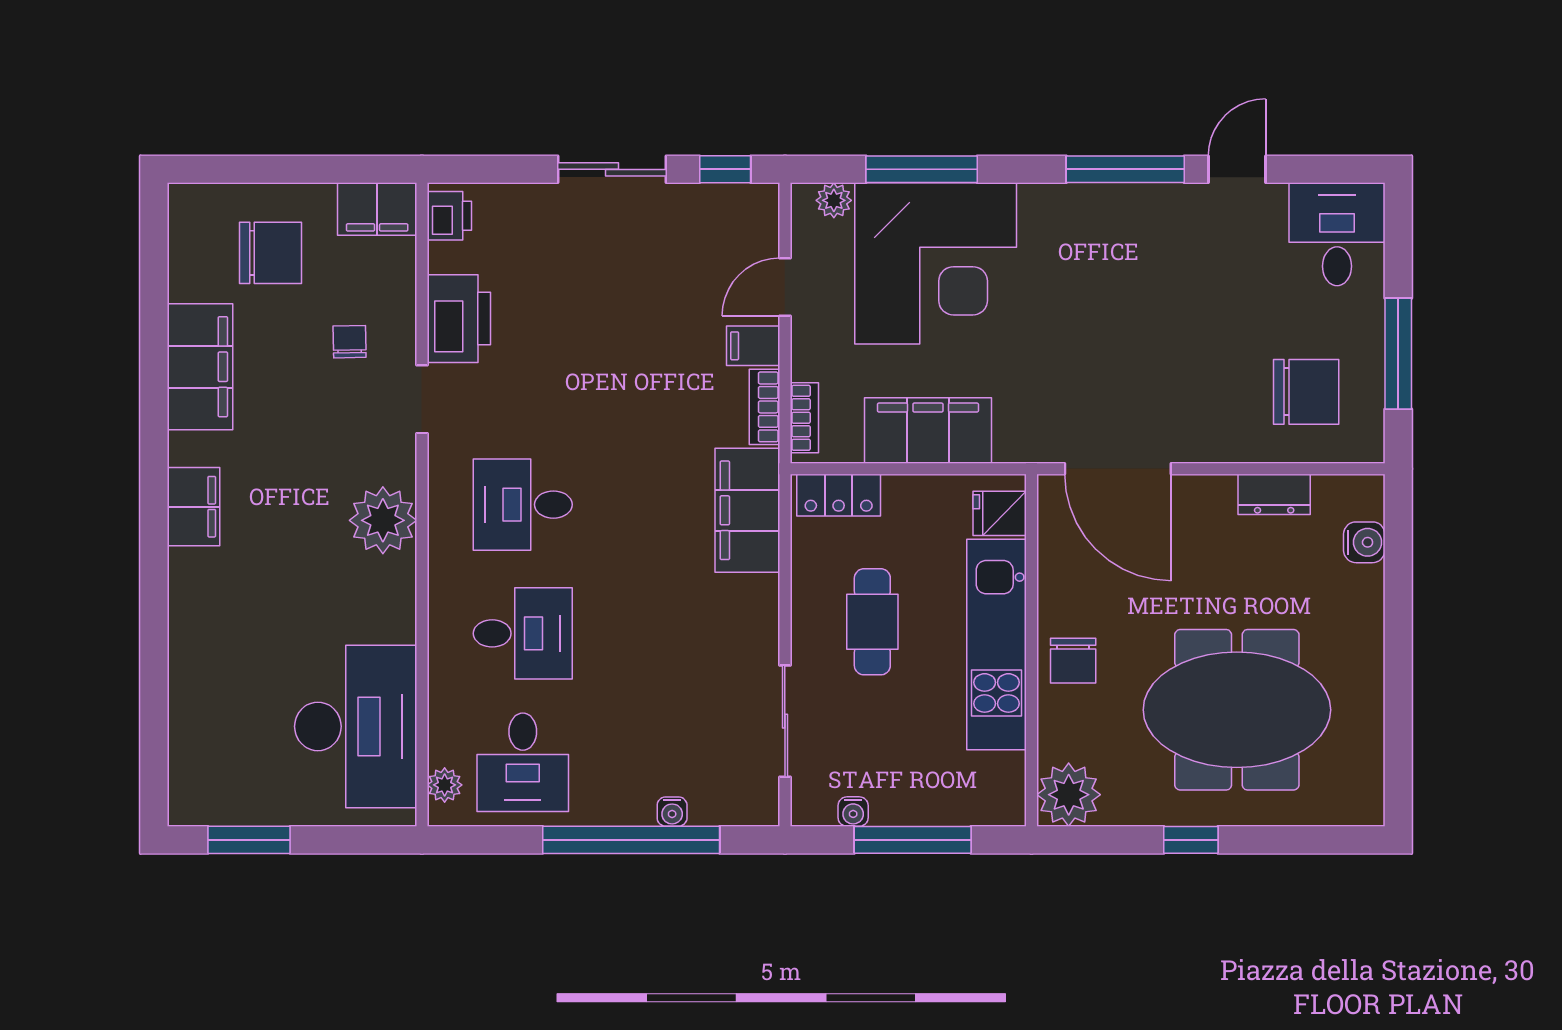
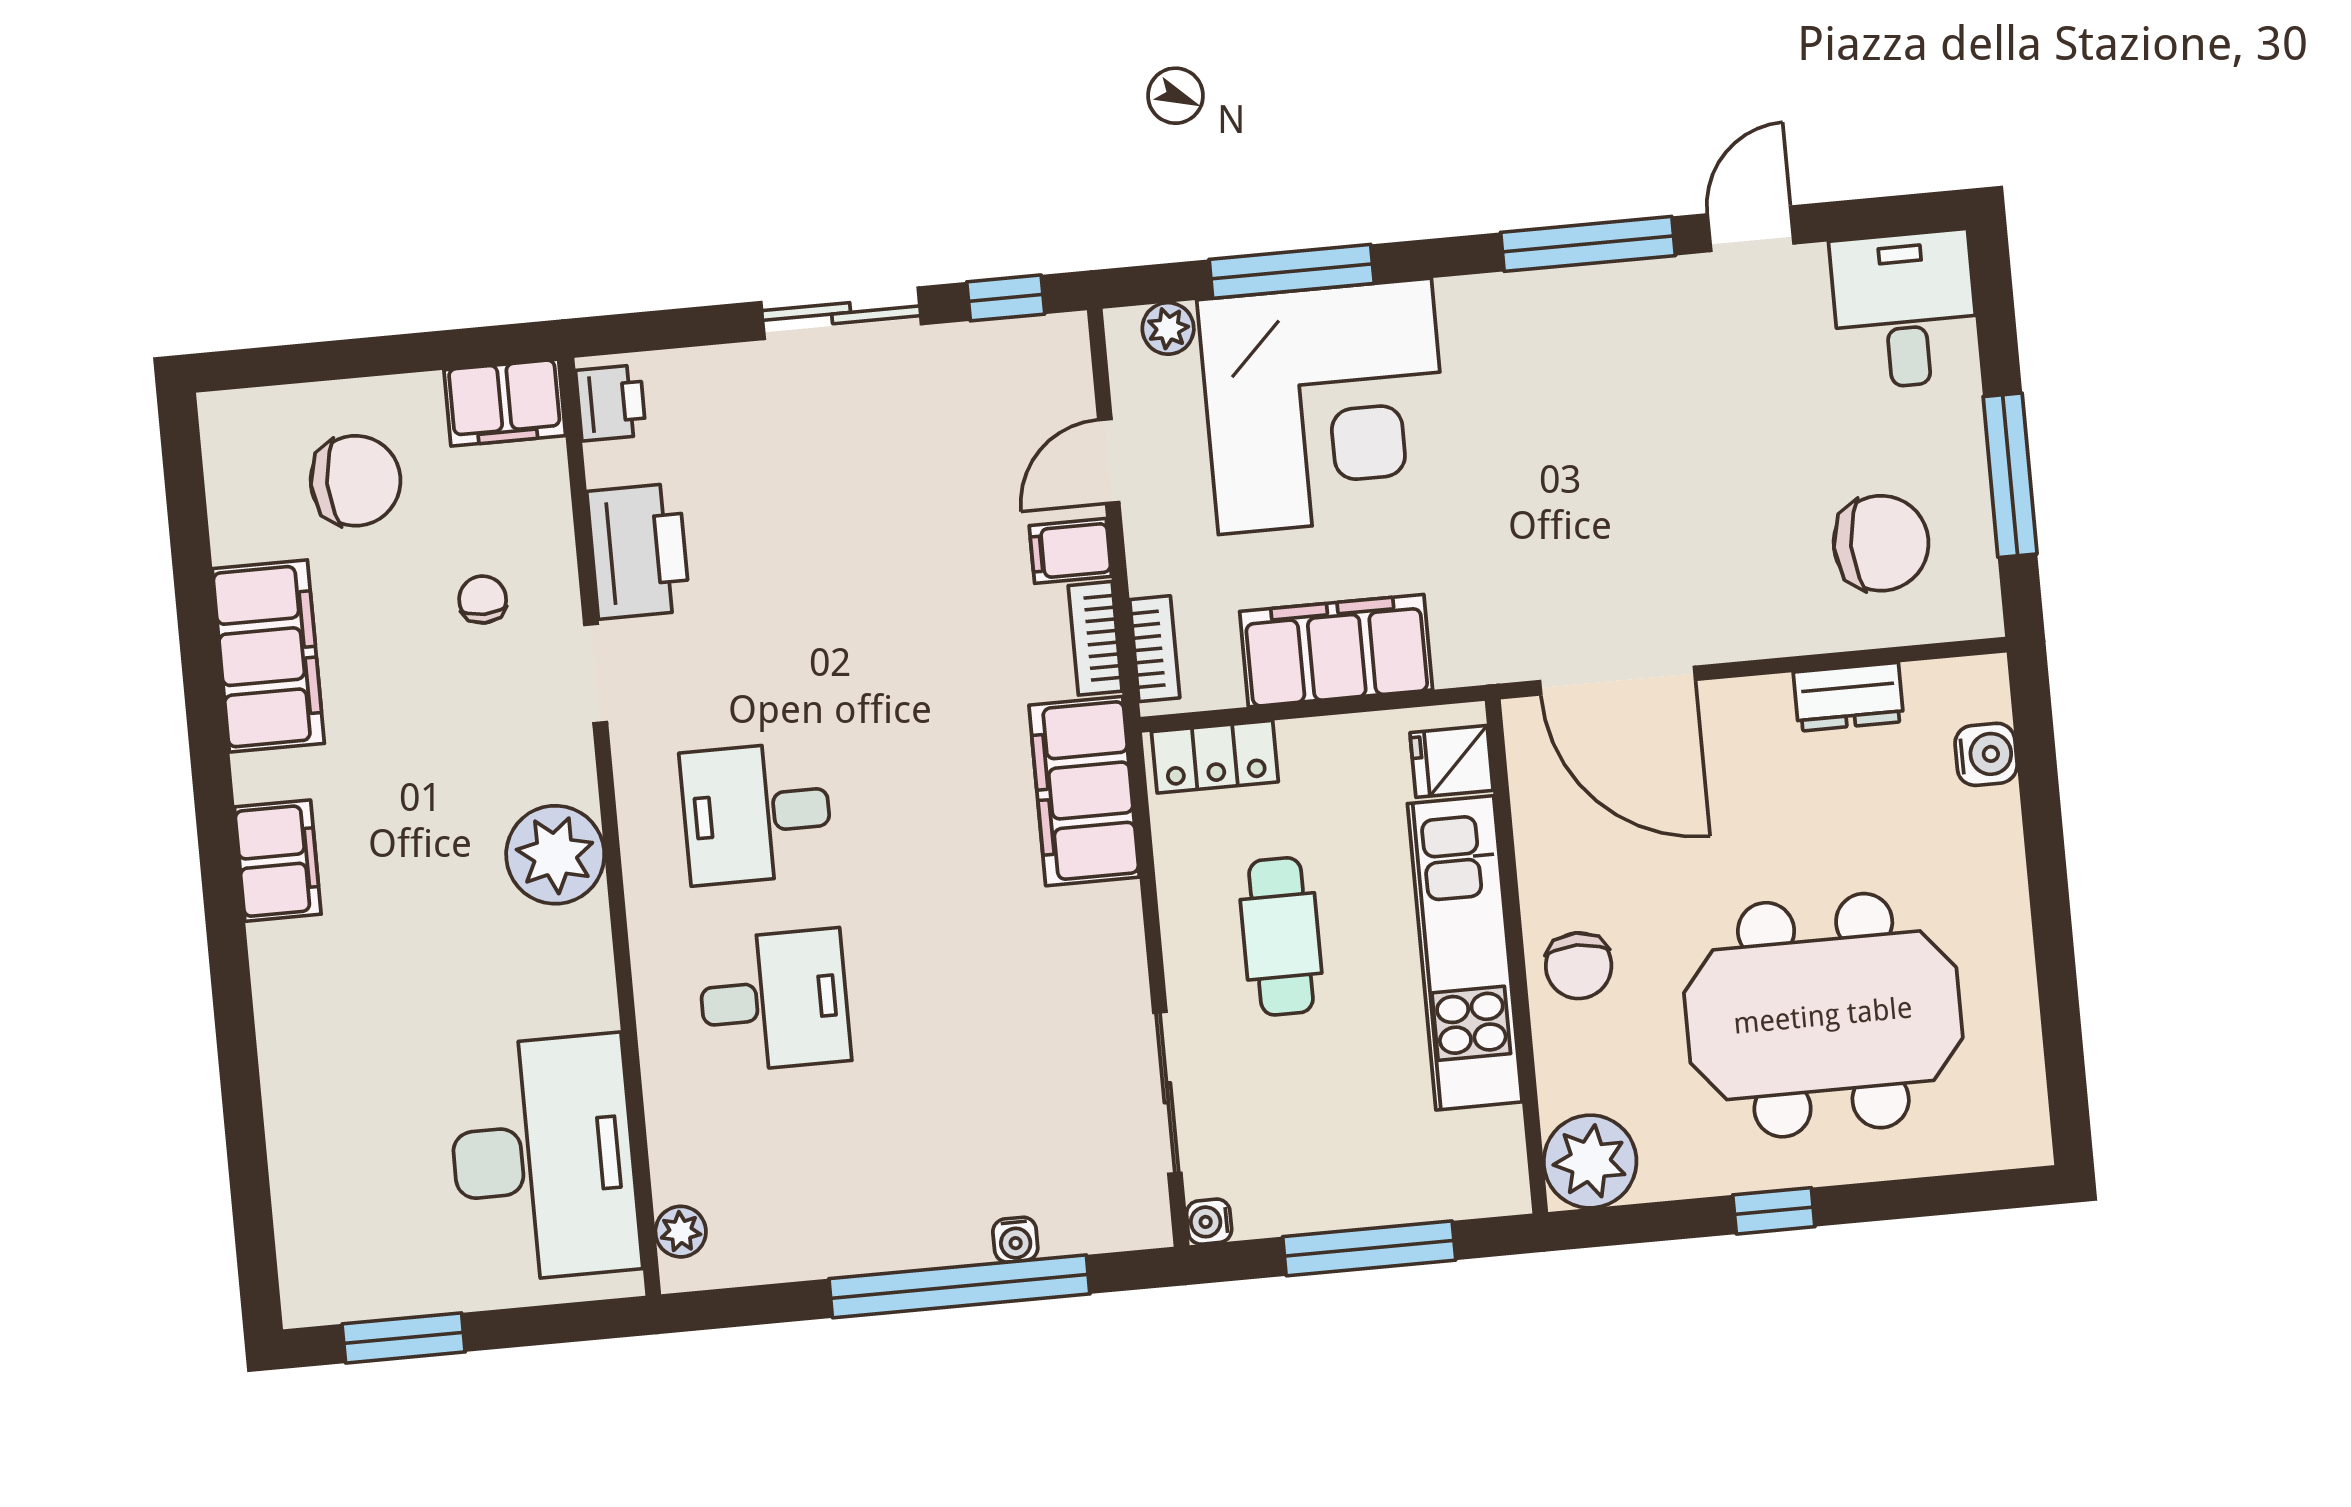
desk: (523, 762) -> (791, 1188), removed
water cooler: (853, 812) -> (1209, 1222), moved, turned 90

